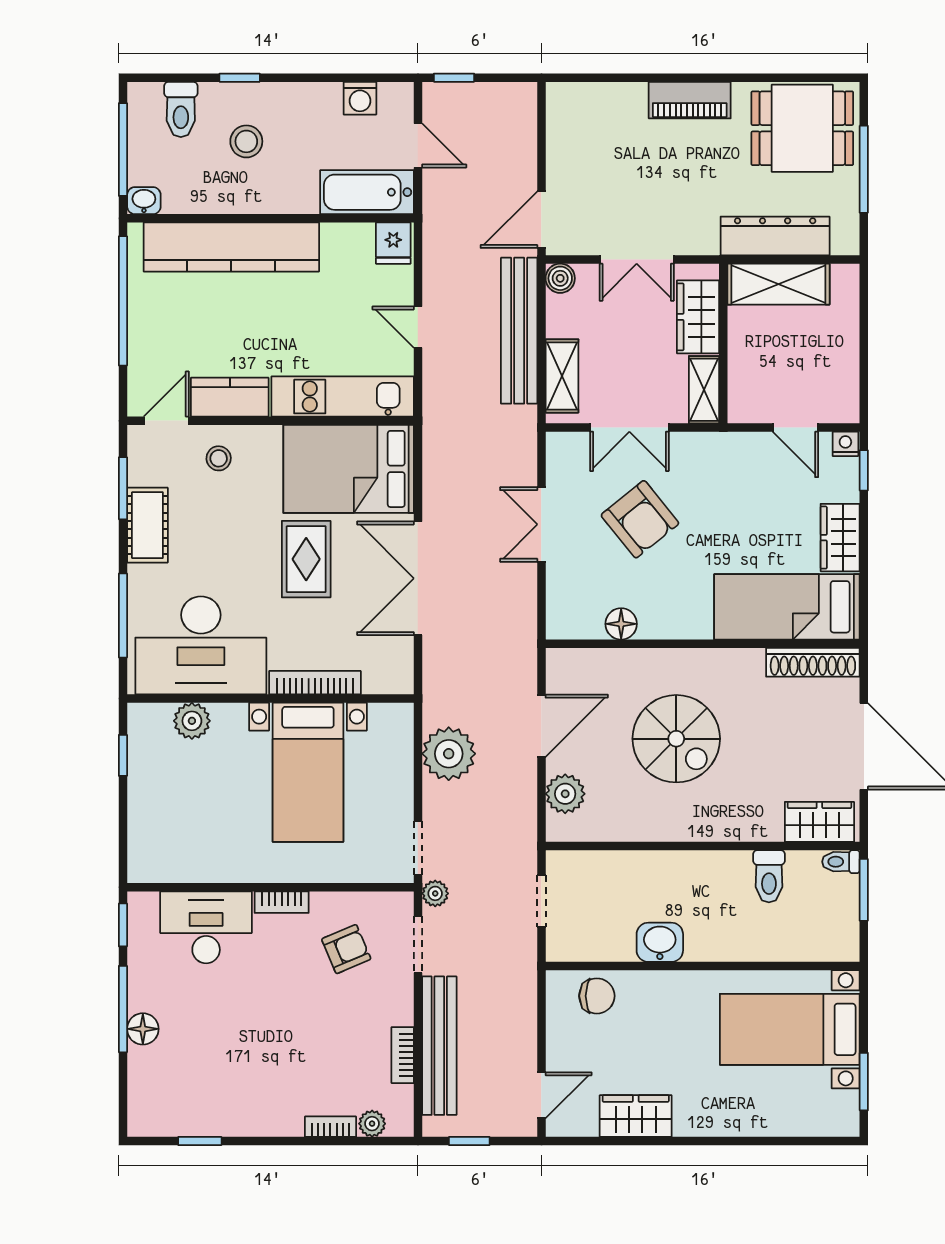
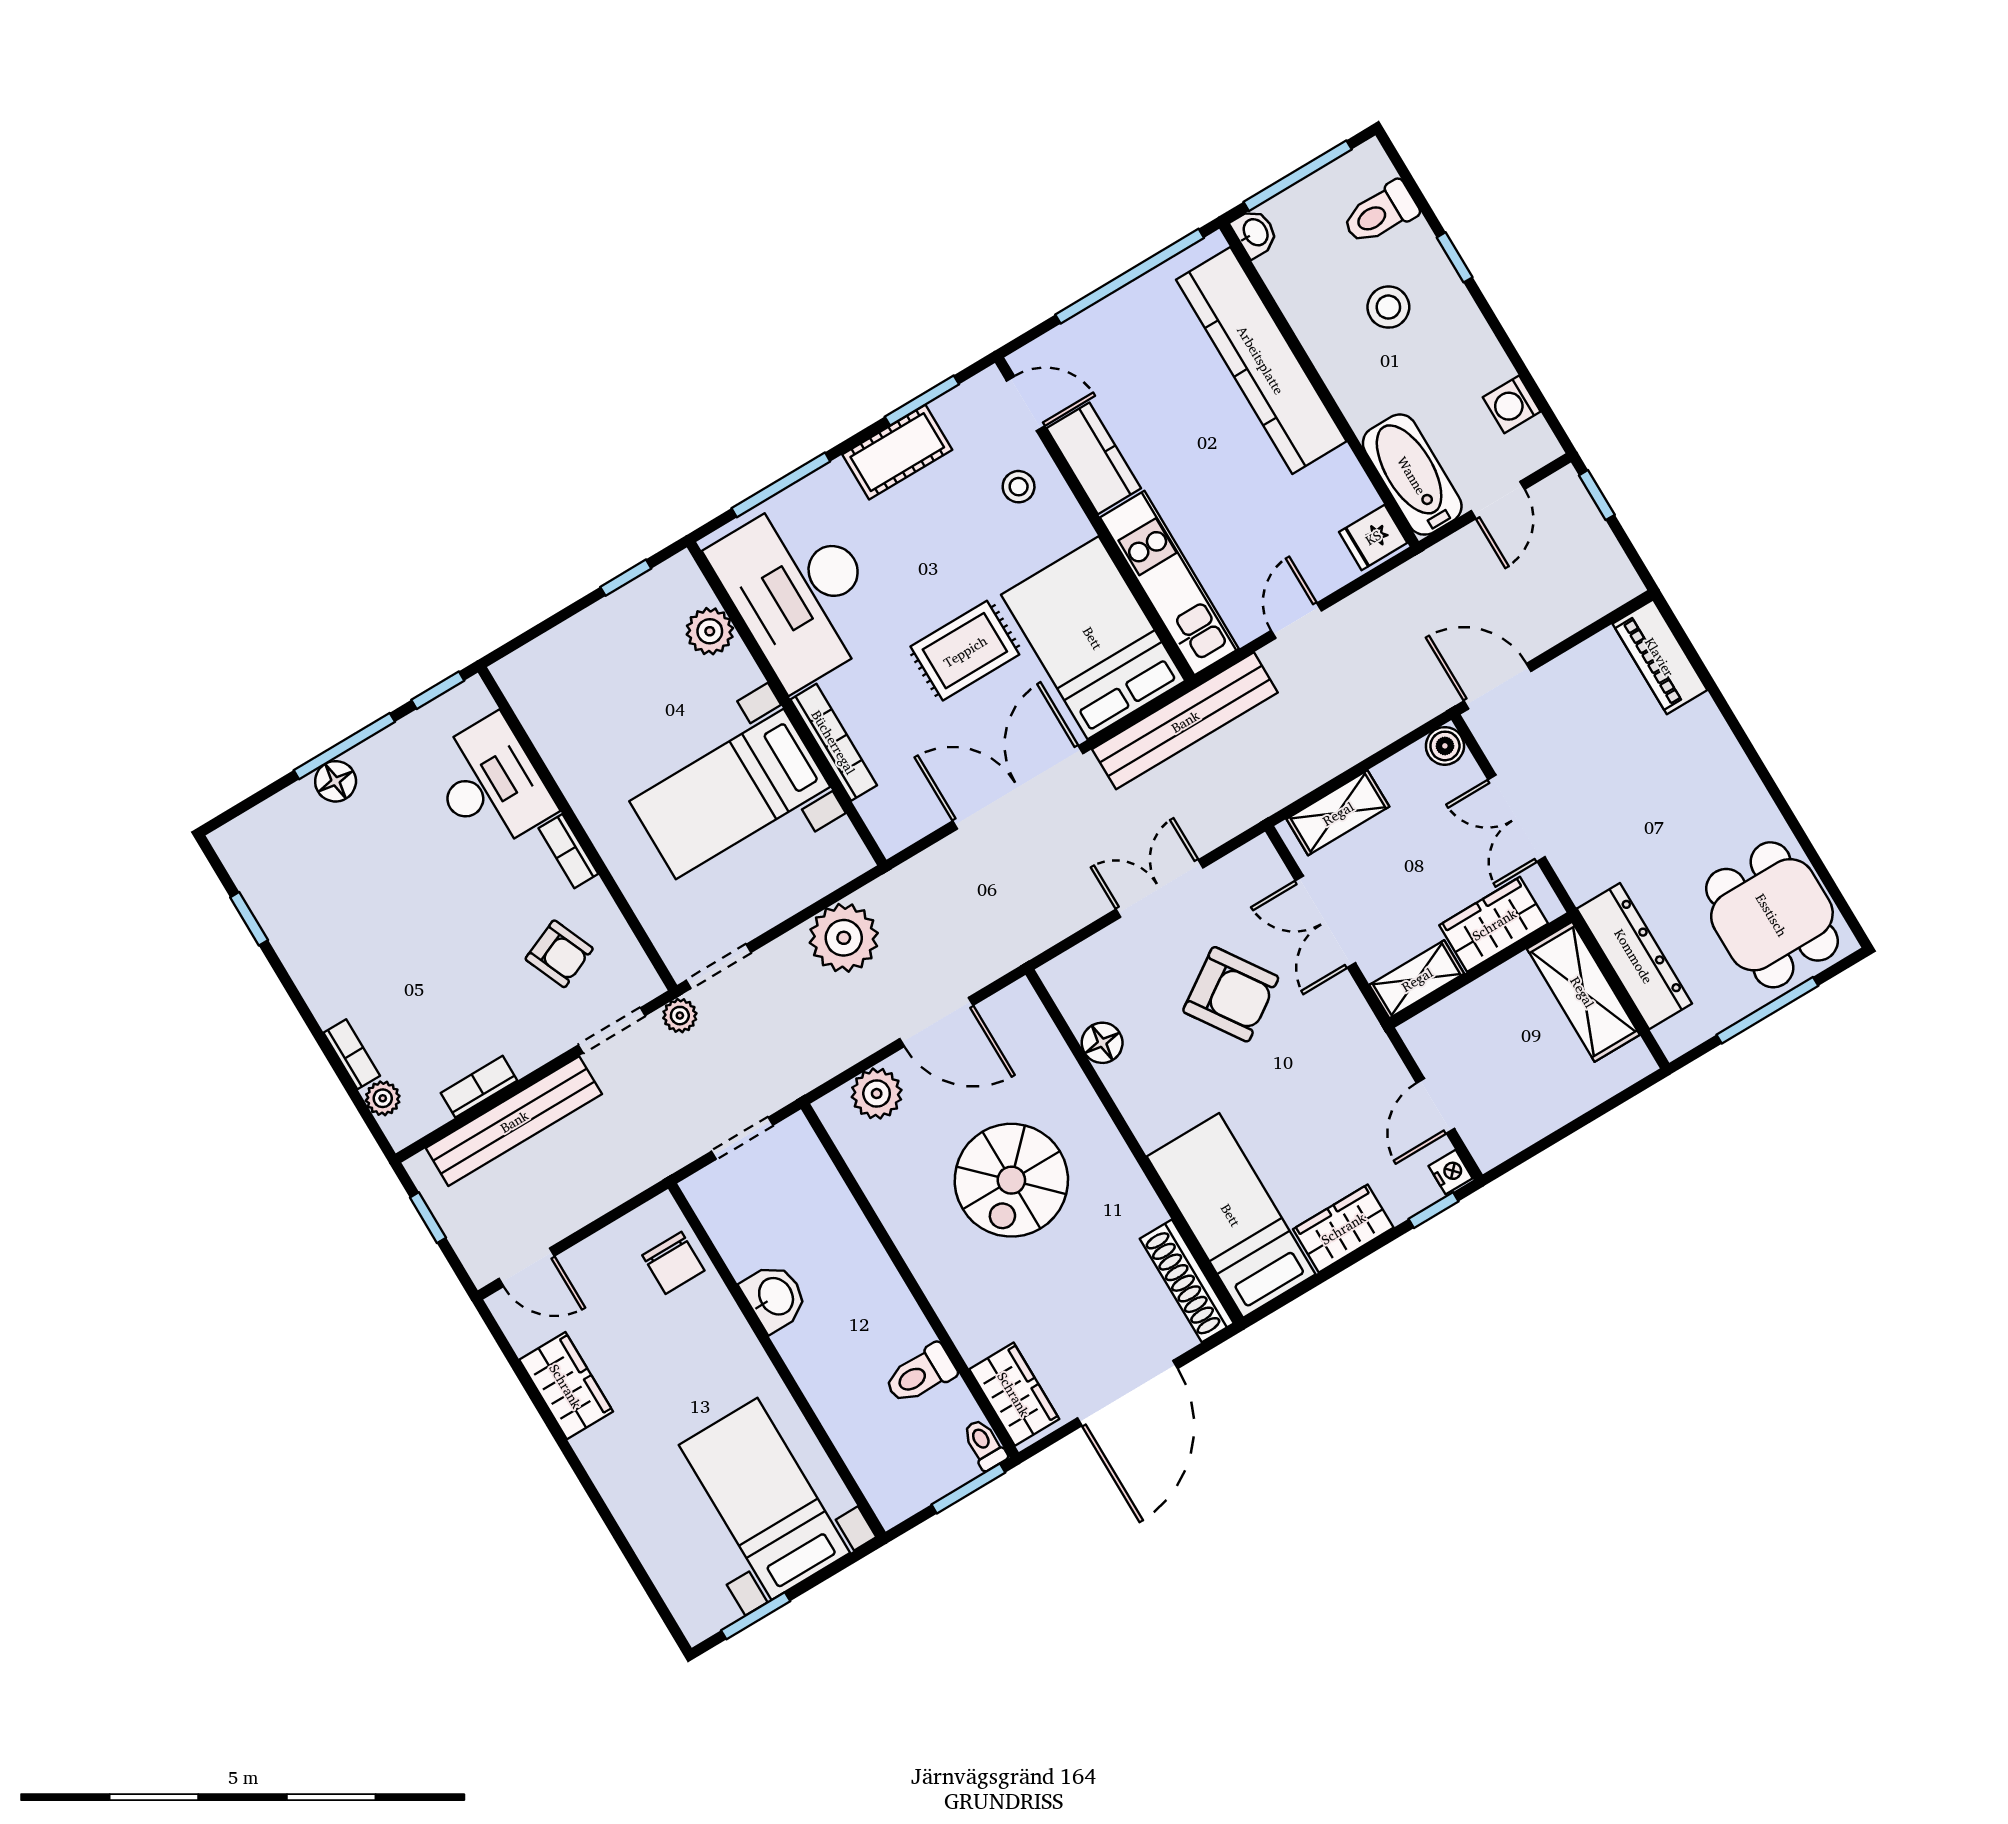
piano: (690, 100) -> (1660, 657), moved
bench: (519, 331) -> (1185, 721), moved
armchair: (640, 519) -> (1231, 994), turned -85

